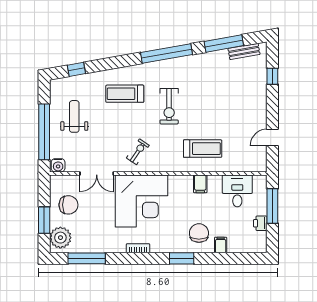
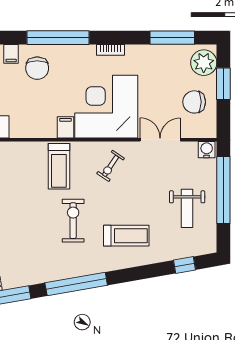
treadmill: (203, 149) -> (59, 166), moved, turned -90
filing cabinet: (200, 184) -> (65, 127), moved
window: (182, 258) -> (58, 38), width x2.11

